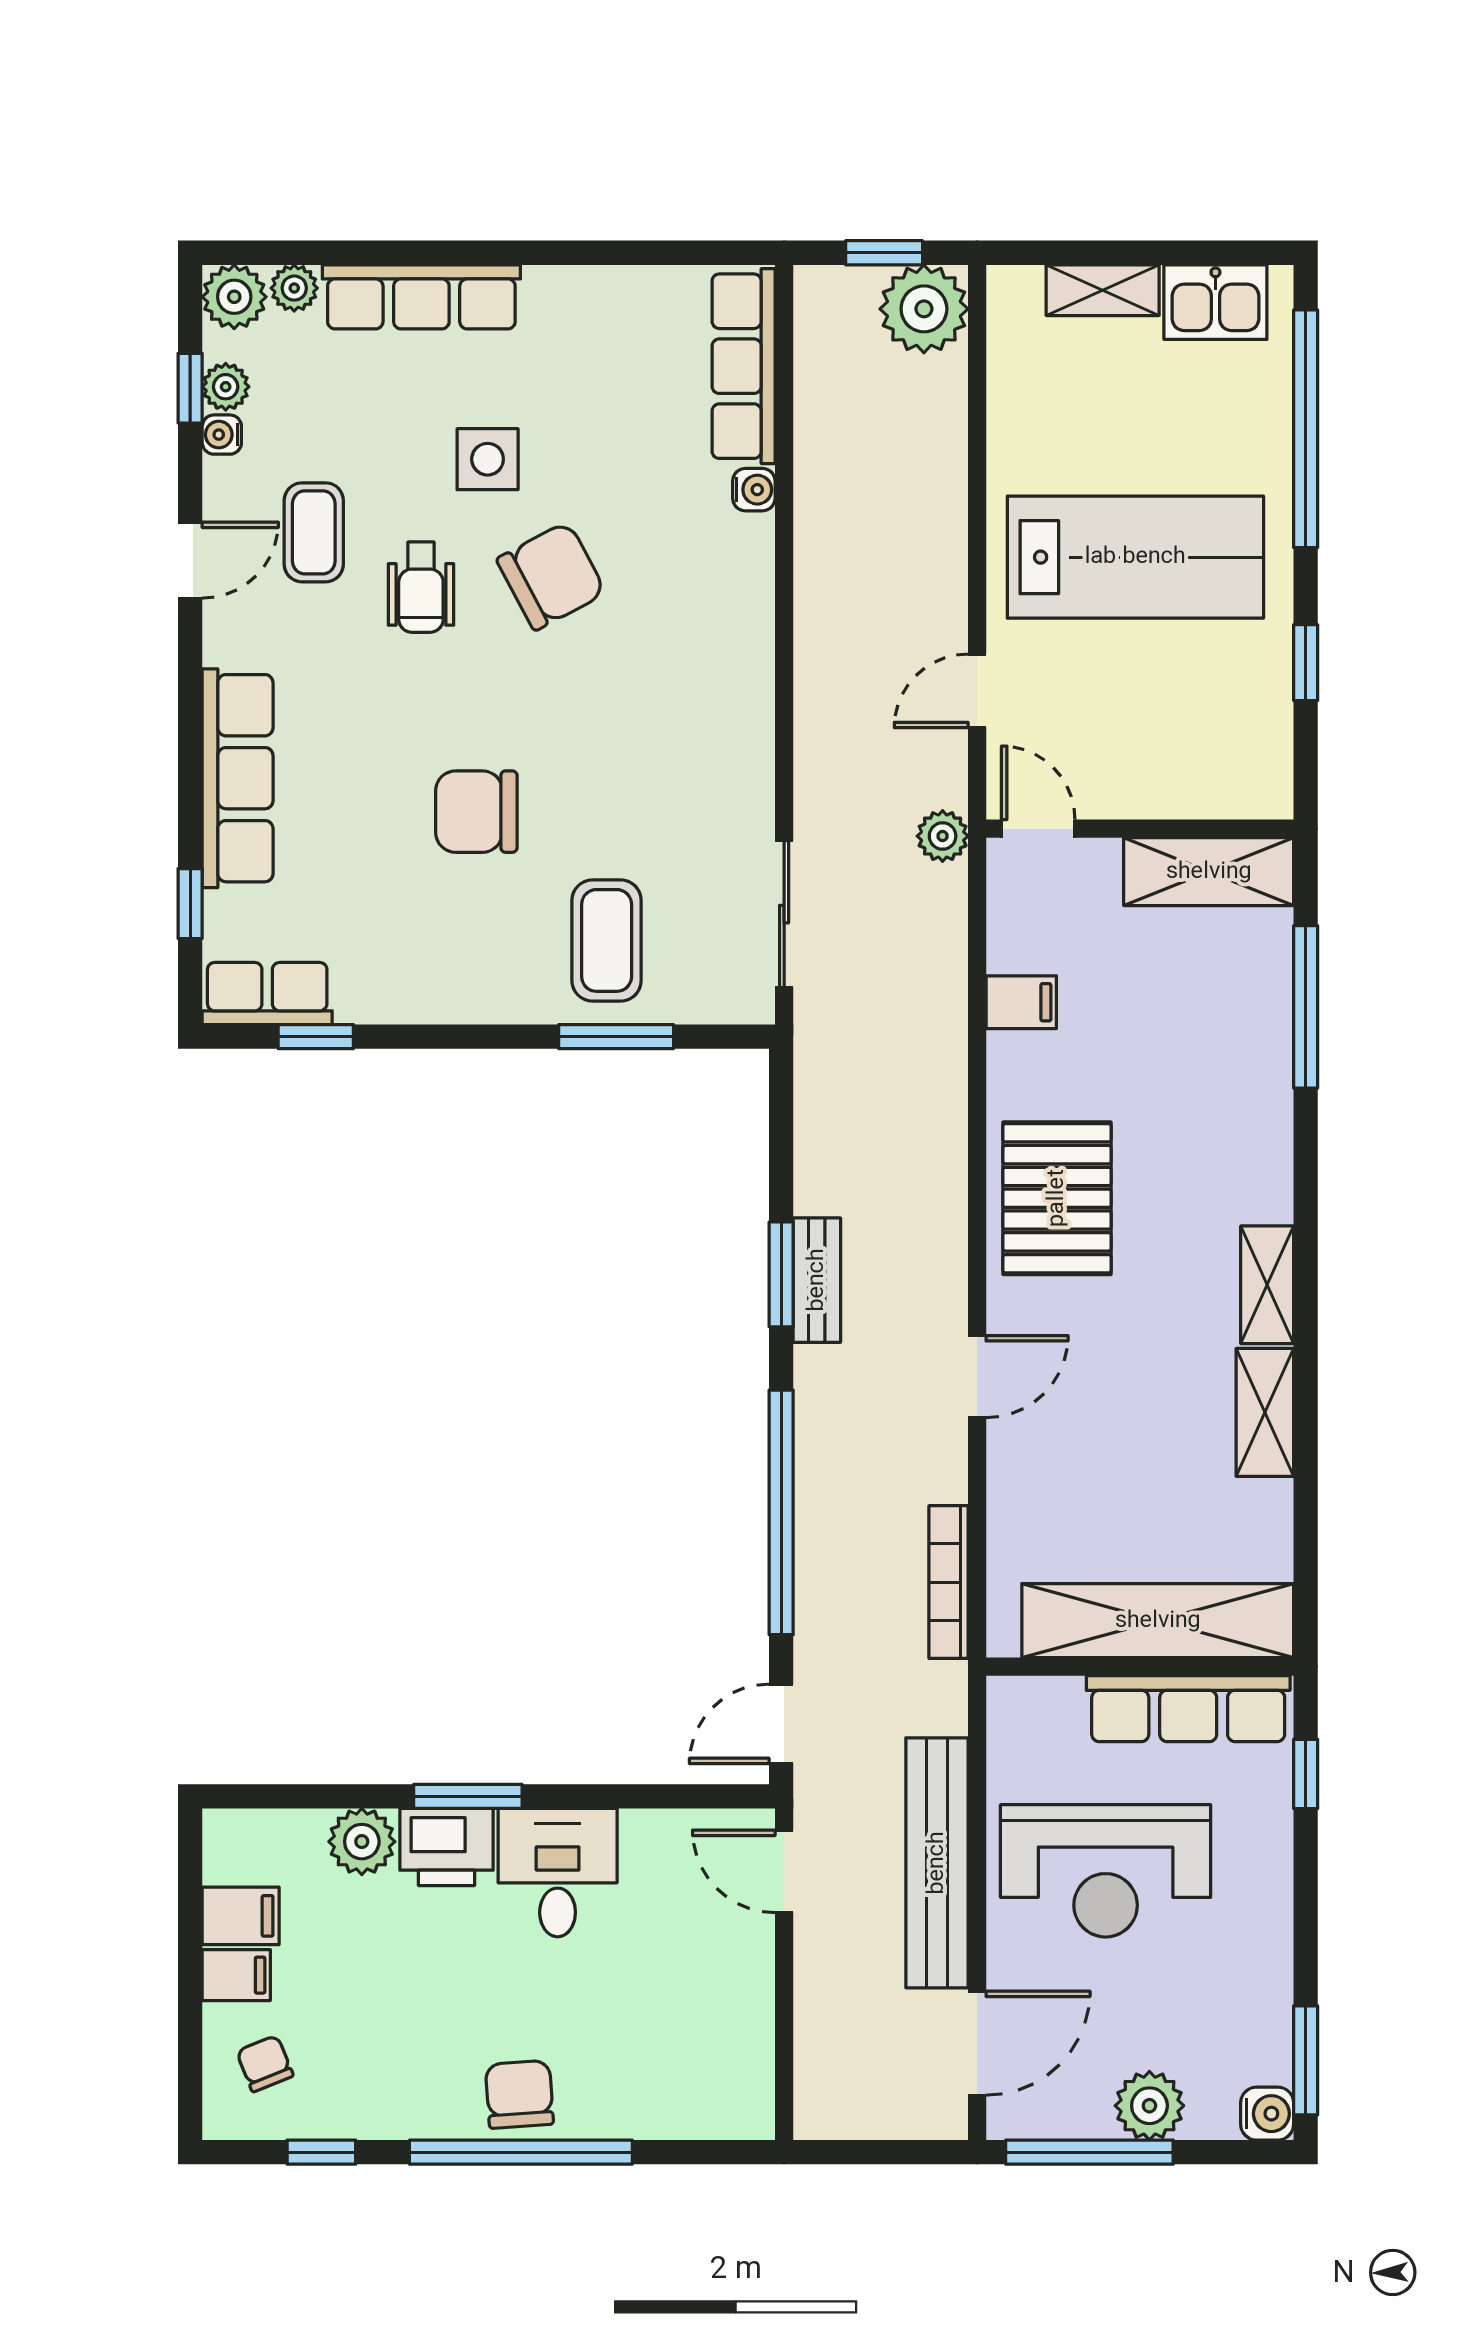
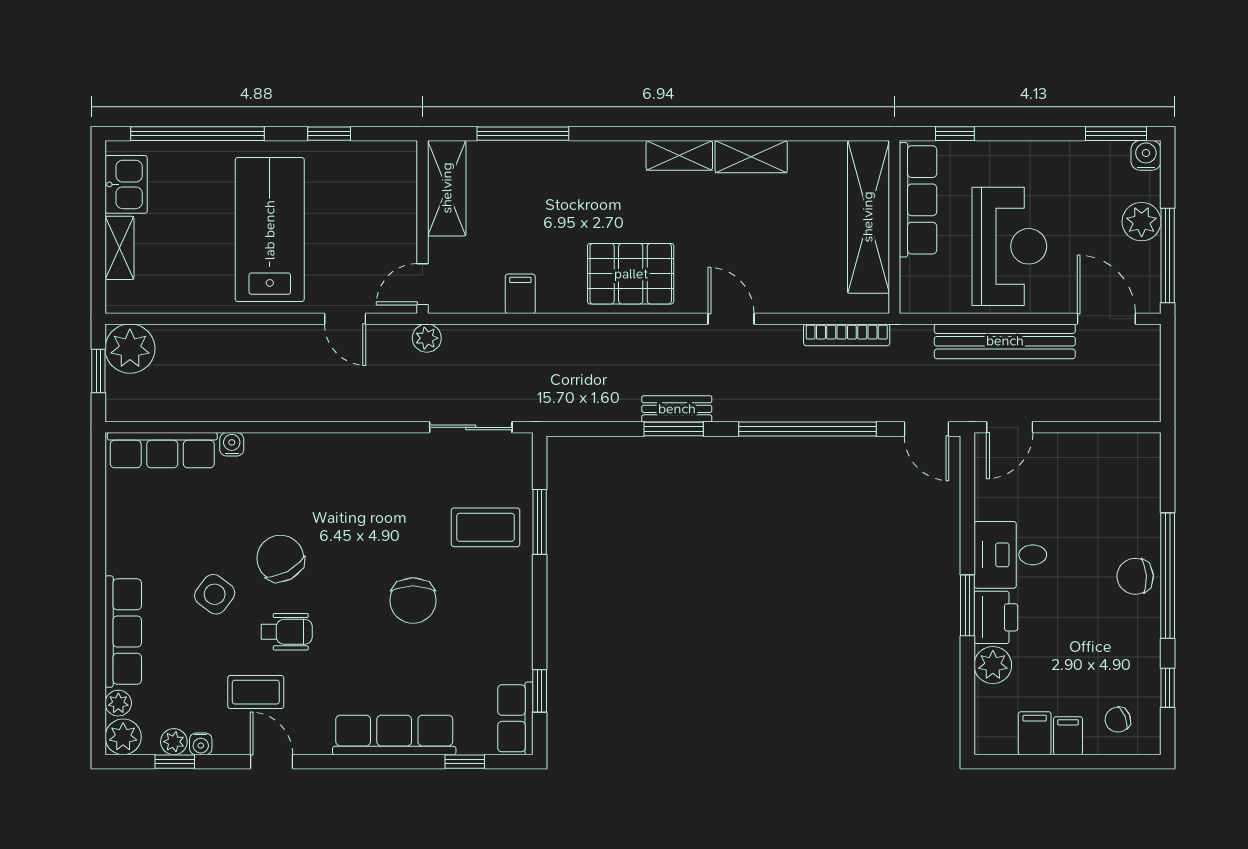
side table: (488, 459) -> (215, 594), turned 37

